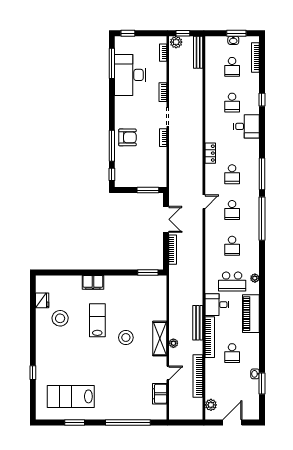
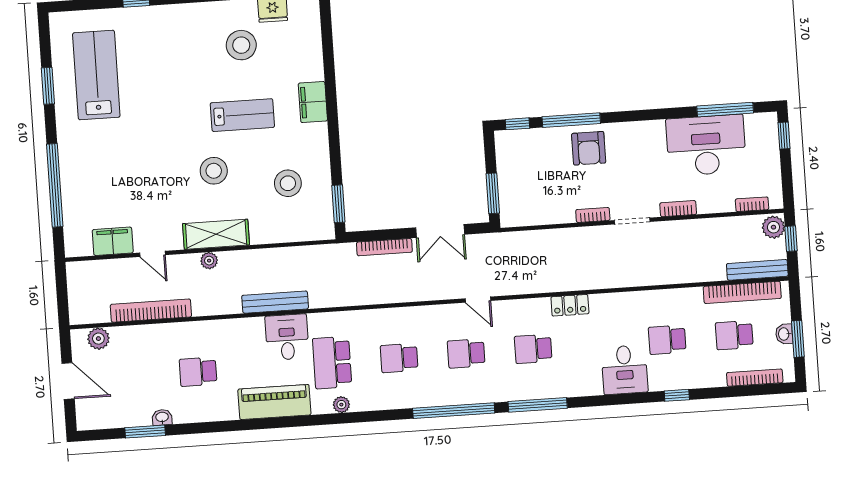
stool: (135, 299) -> (288, 183), added
bench: (198, 323) -> (275, 302), moved
bookcase: (210, 337) -> (742, 292), moved

